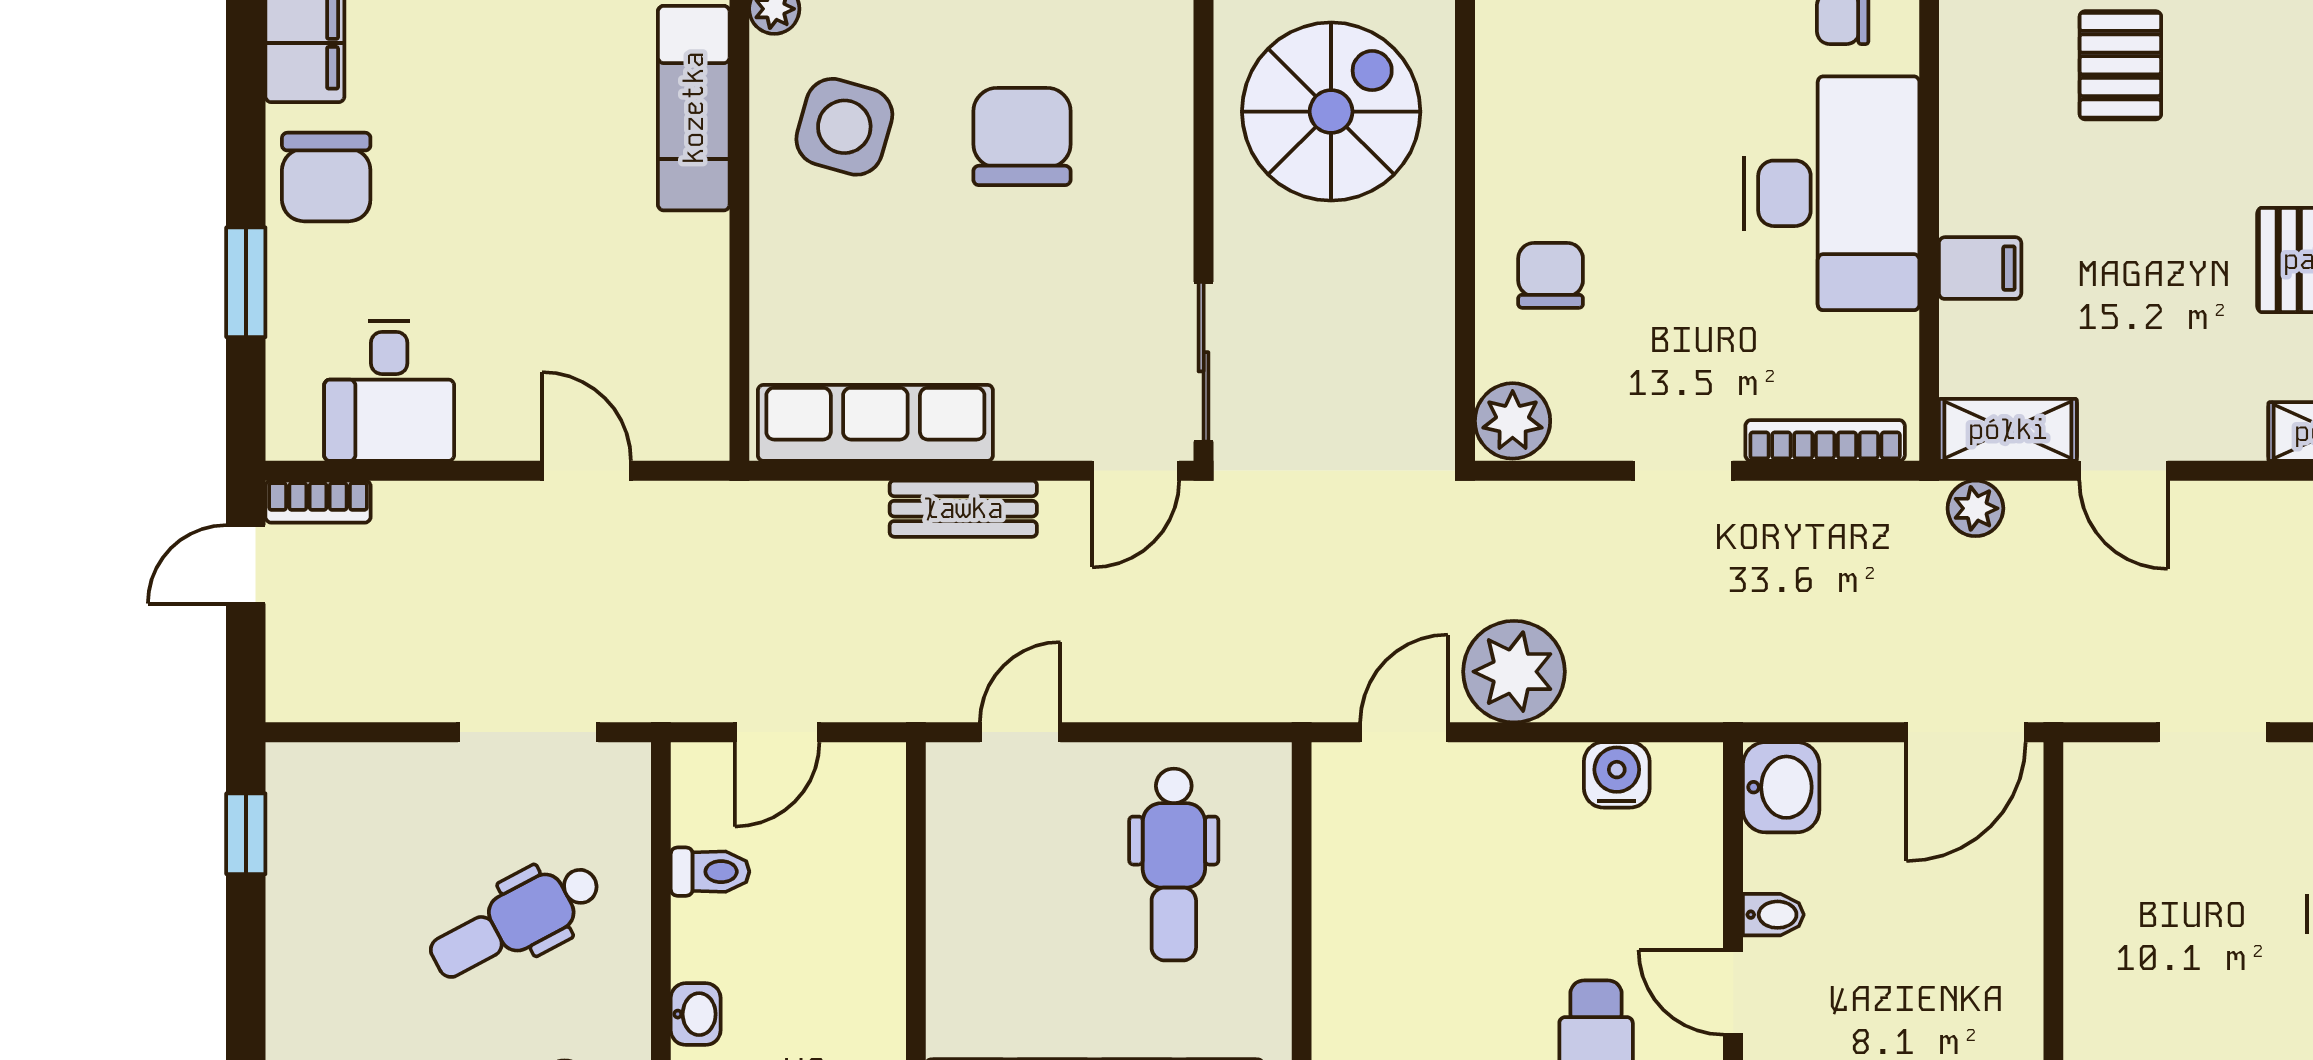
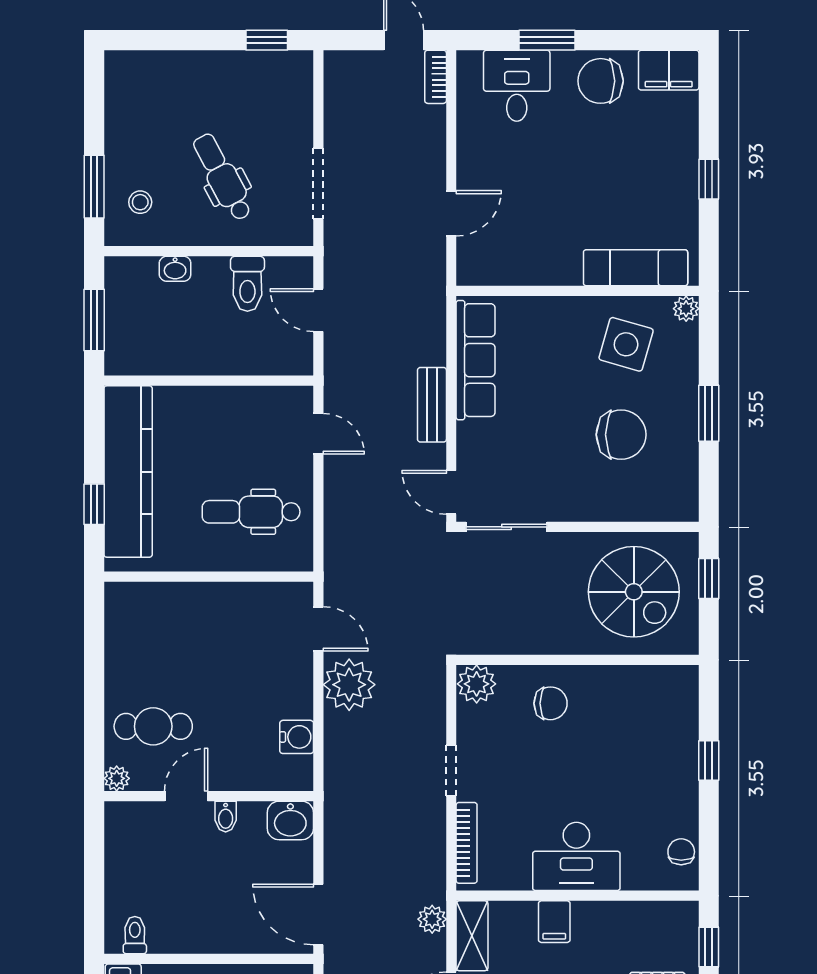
desk: (1832, 193) -> (576, 856), width x0.73, depth x0.77
desk: (389, 391) -> (517, 86), moved, turned 90
toilet: (710, 872) -> (247, 284), width x1.37, depth x1.39

